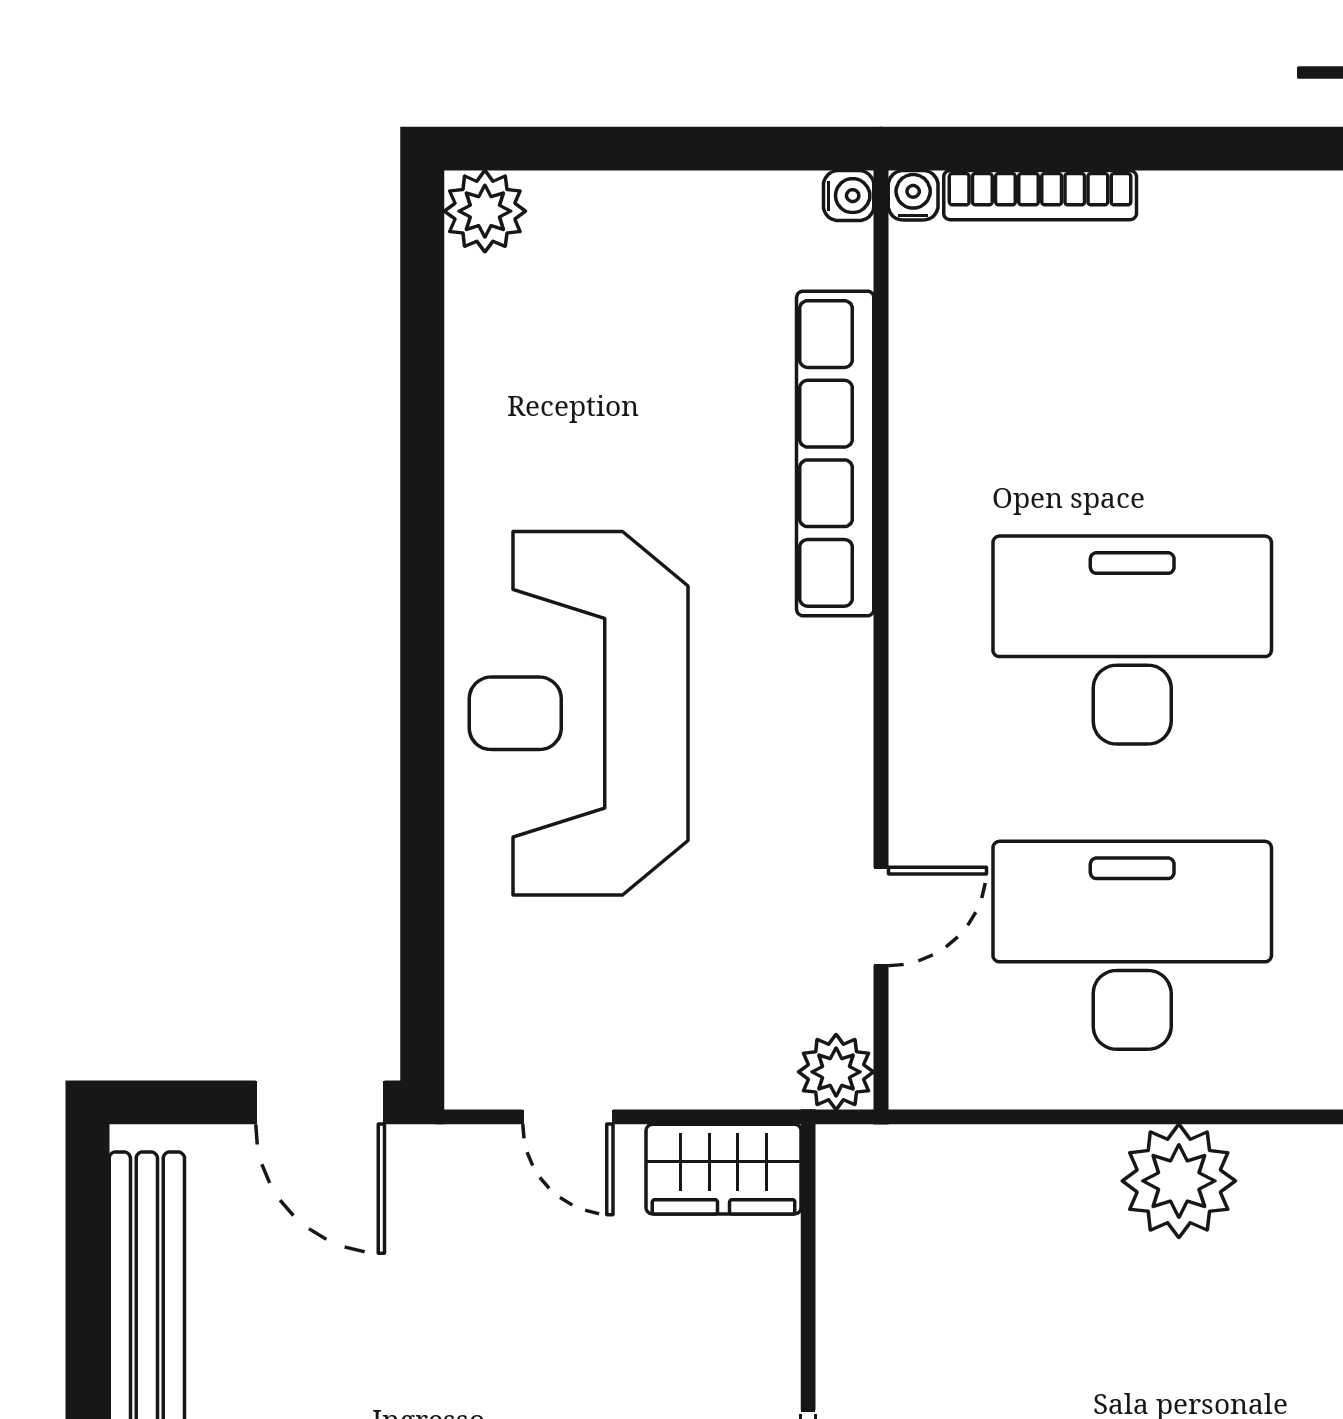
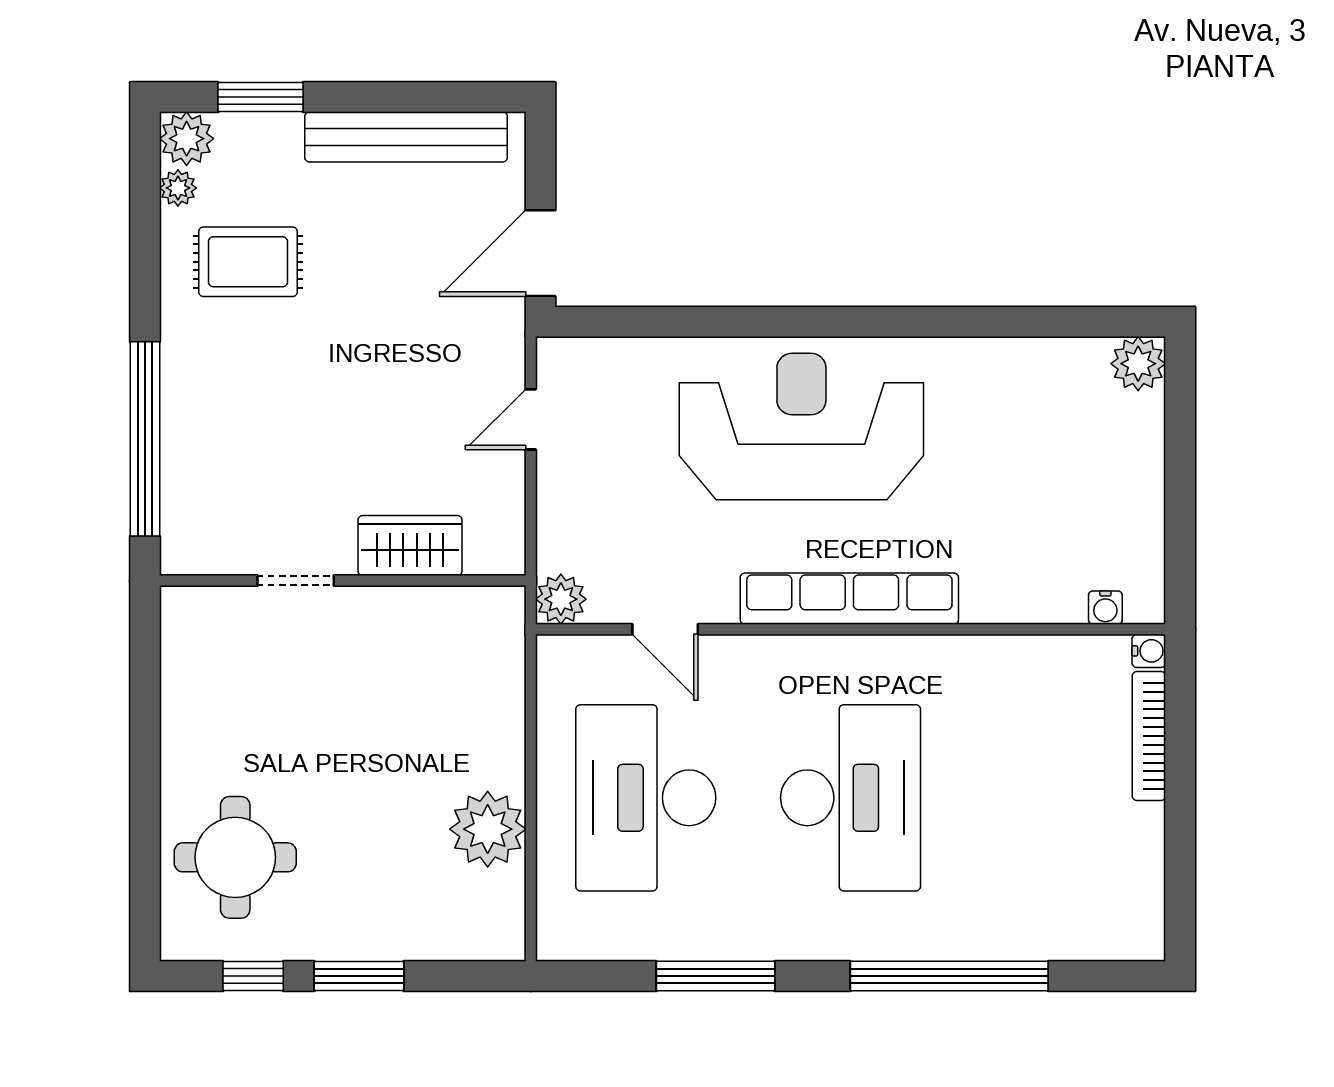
water cooler: (849, 196) -> (1105, 608), moved
row of seats: (835, 453) -> (849, 599), moved
desk: (1132, 945) -> (646, 798), turned 180
wardrobe: (724, 1169) -> (410, 546), moved, turned 90

